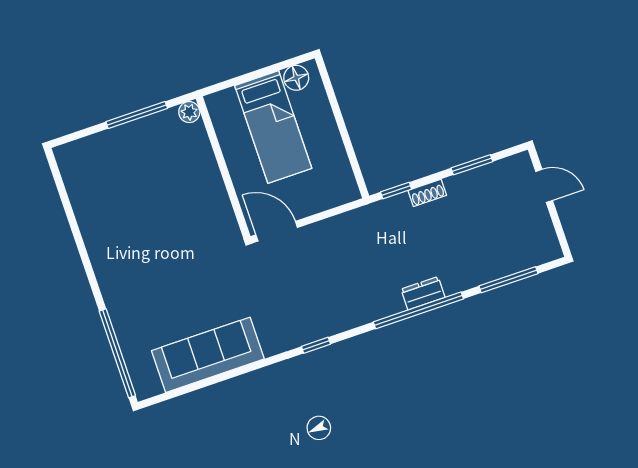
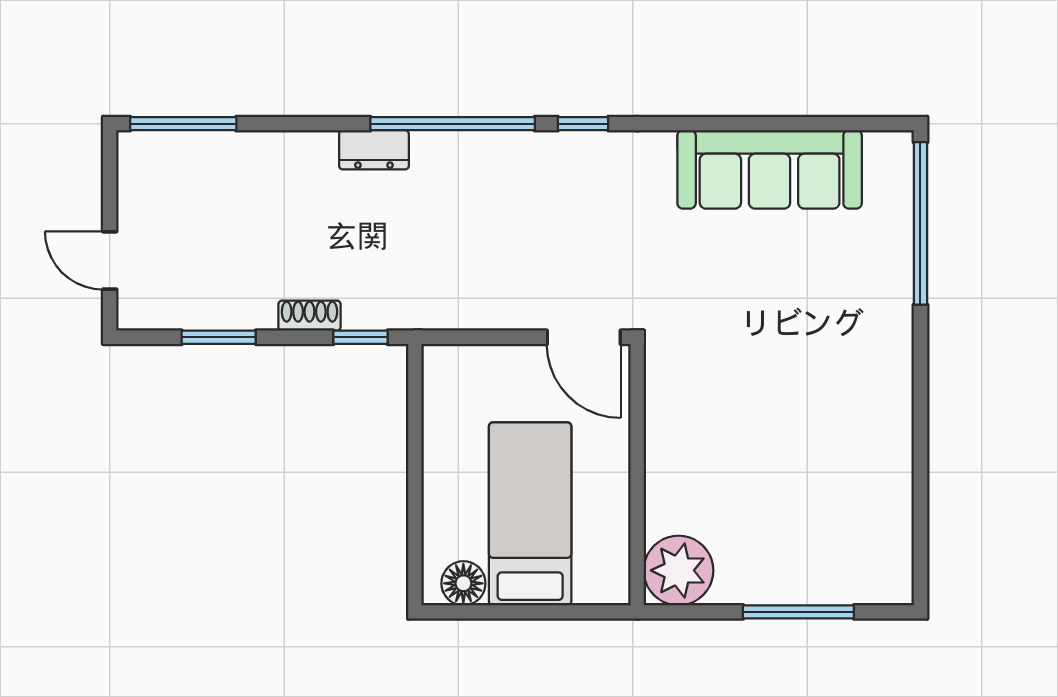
plant: (189, 112) -> (679, 570), width x1.88, depth x1.88
window: (137, 115) -> (798, 612), moved
window: (508, 280) -> (183, 124), moved
window: (418, 310) -> (453, 124), moved

